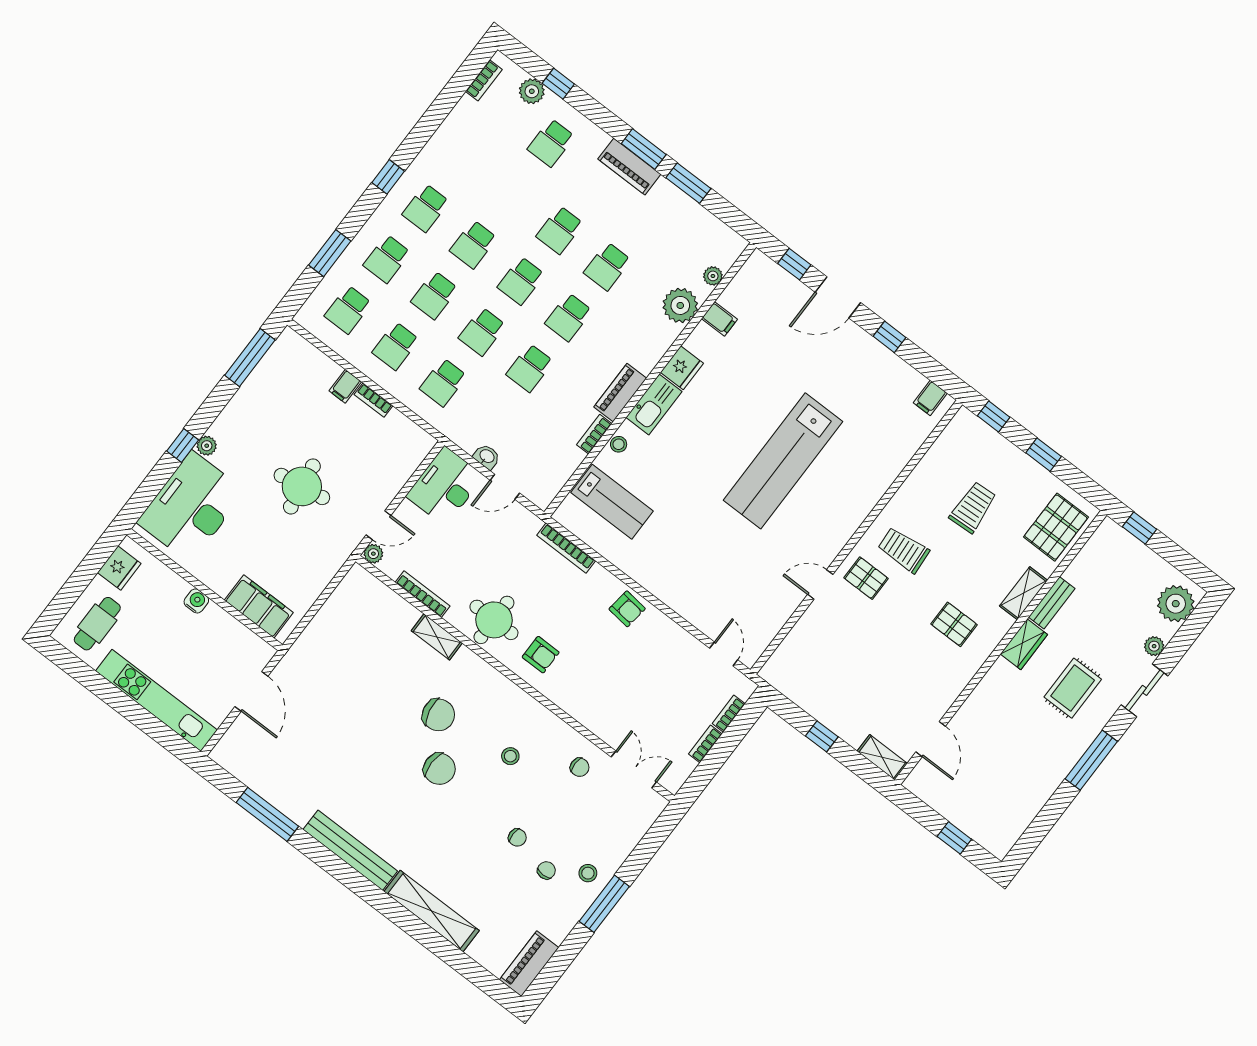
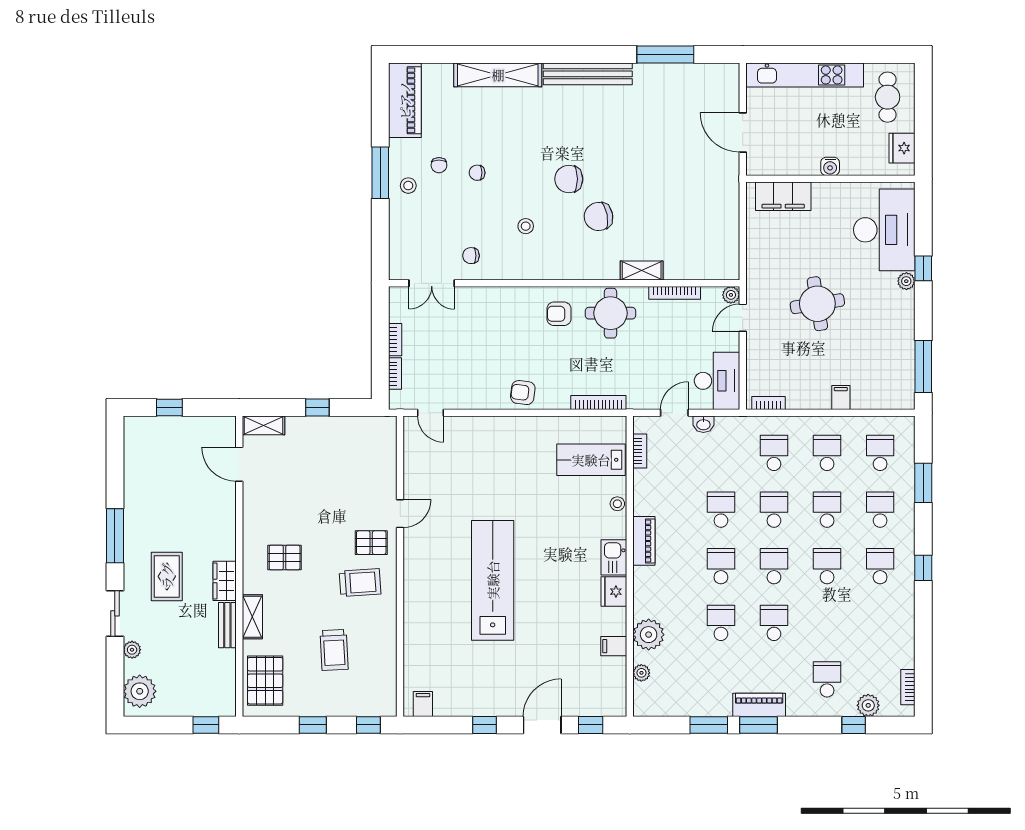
bookcase: (373, 400) -> (769, 403), moved
kitchen sink: (654, 404) -> (614, 557), width x0.73
bookcase: (594, 434) -> (640, 451), moved
piano: (529, 964) -> (405, 100), width x1.37, depth x1.33

